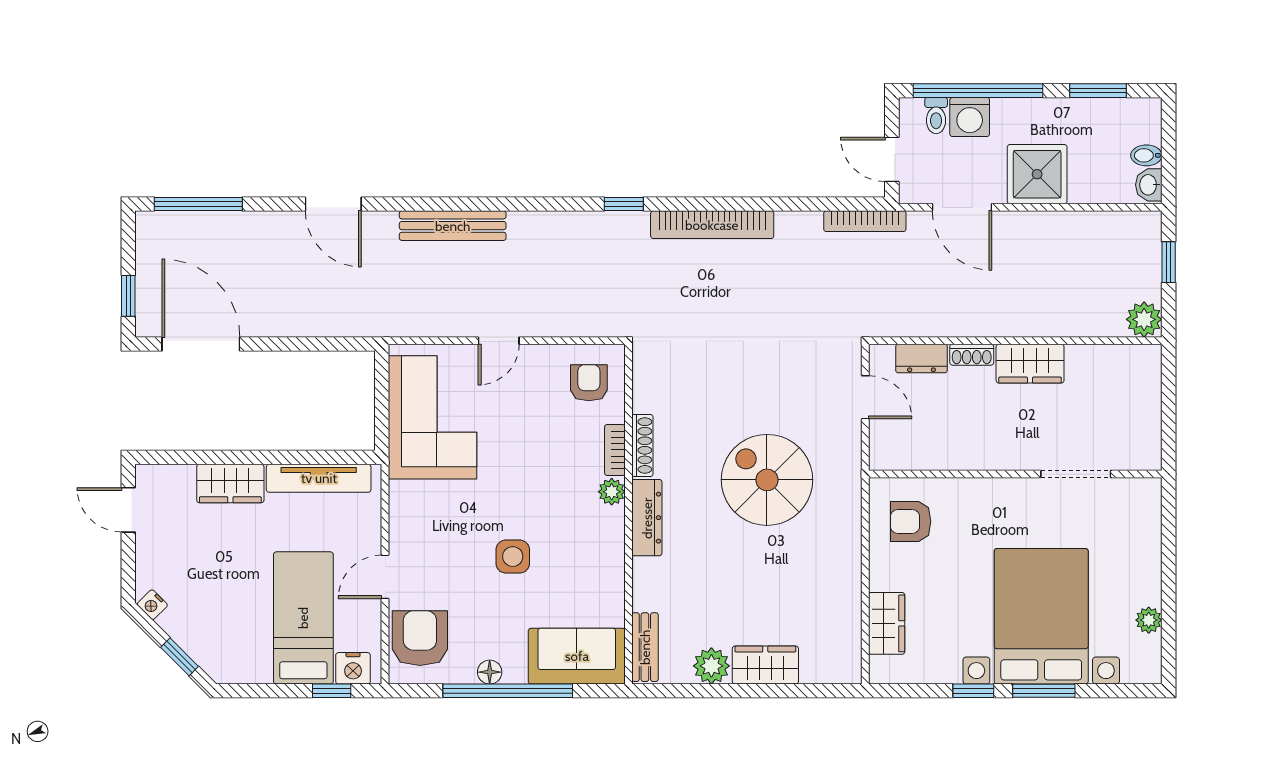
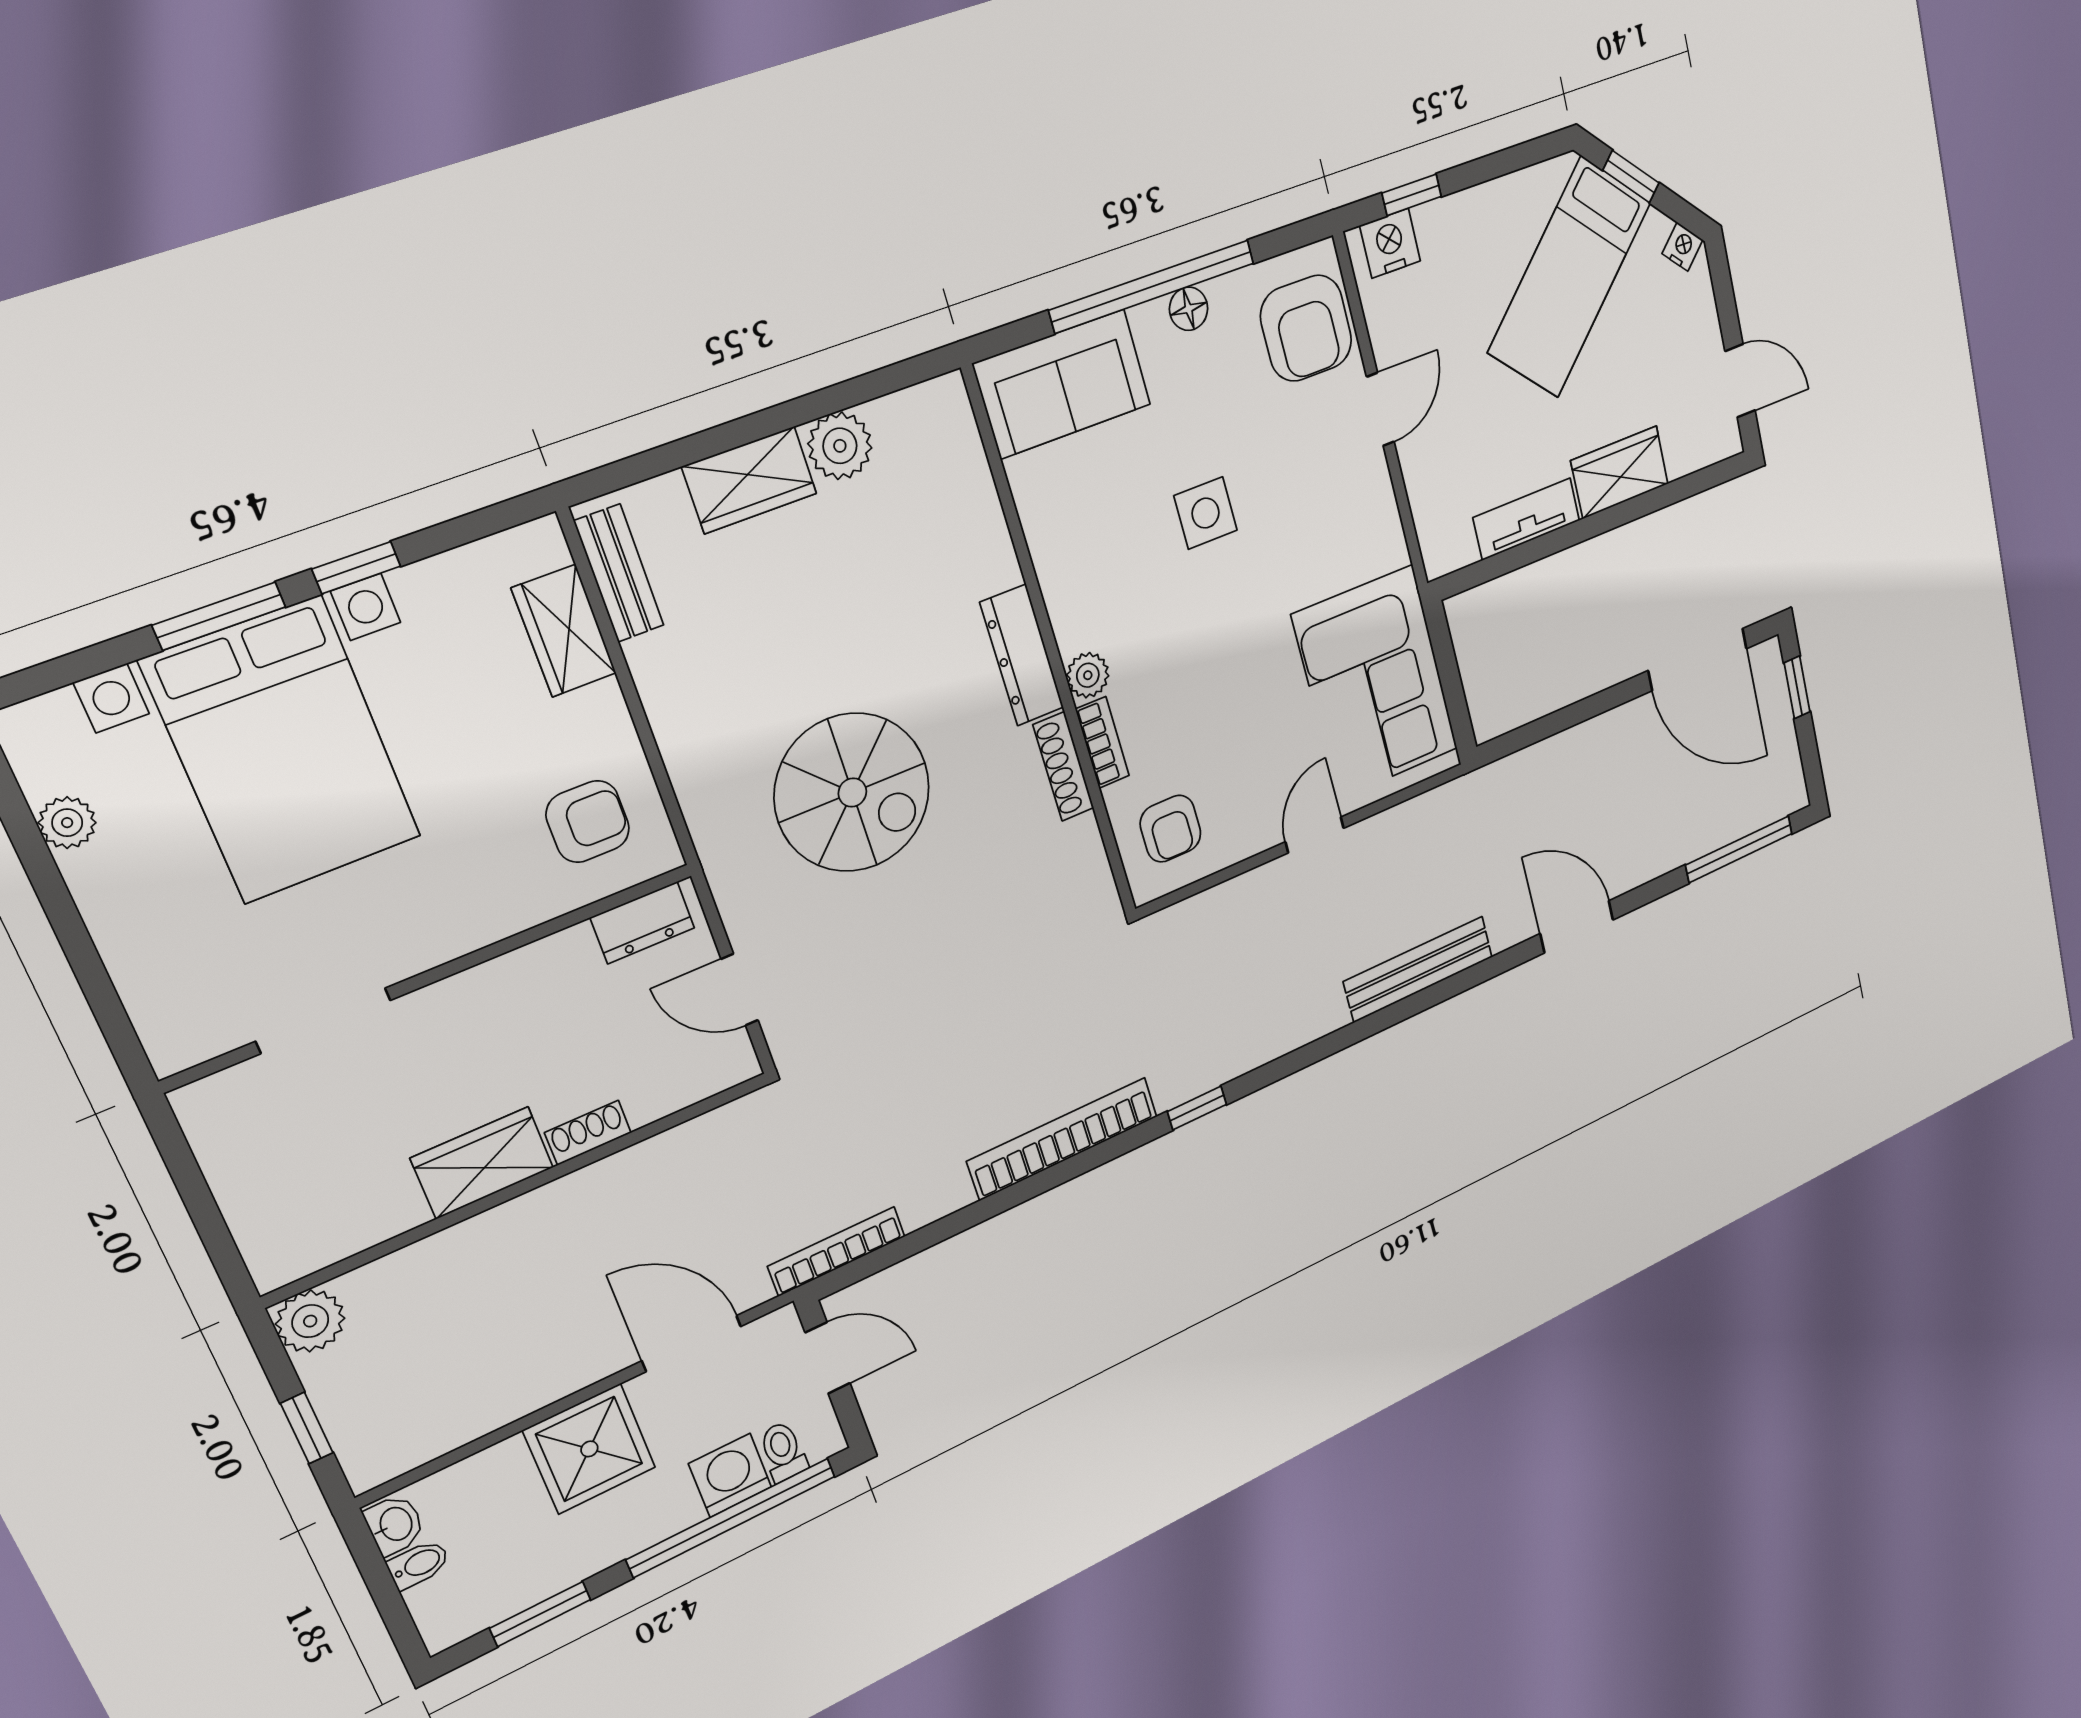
dresser: (921, 359) -> (642, 923), moved, turned 180
tv unit: (319, 478) -> (1527, 519), width x0.71
bed: (303, 618) -> (1569, 277), moved, turned 45
bench: (645, 647) -> (619, 573), moved

